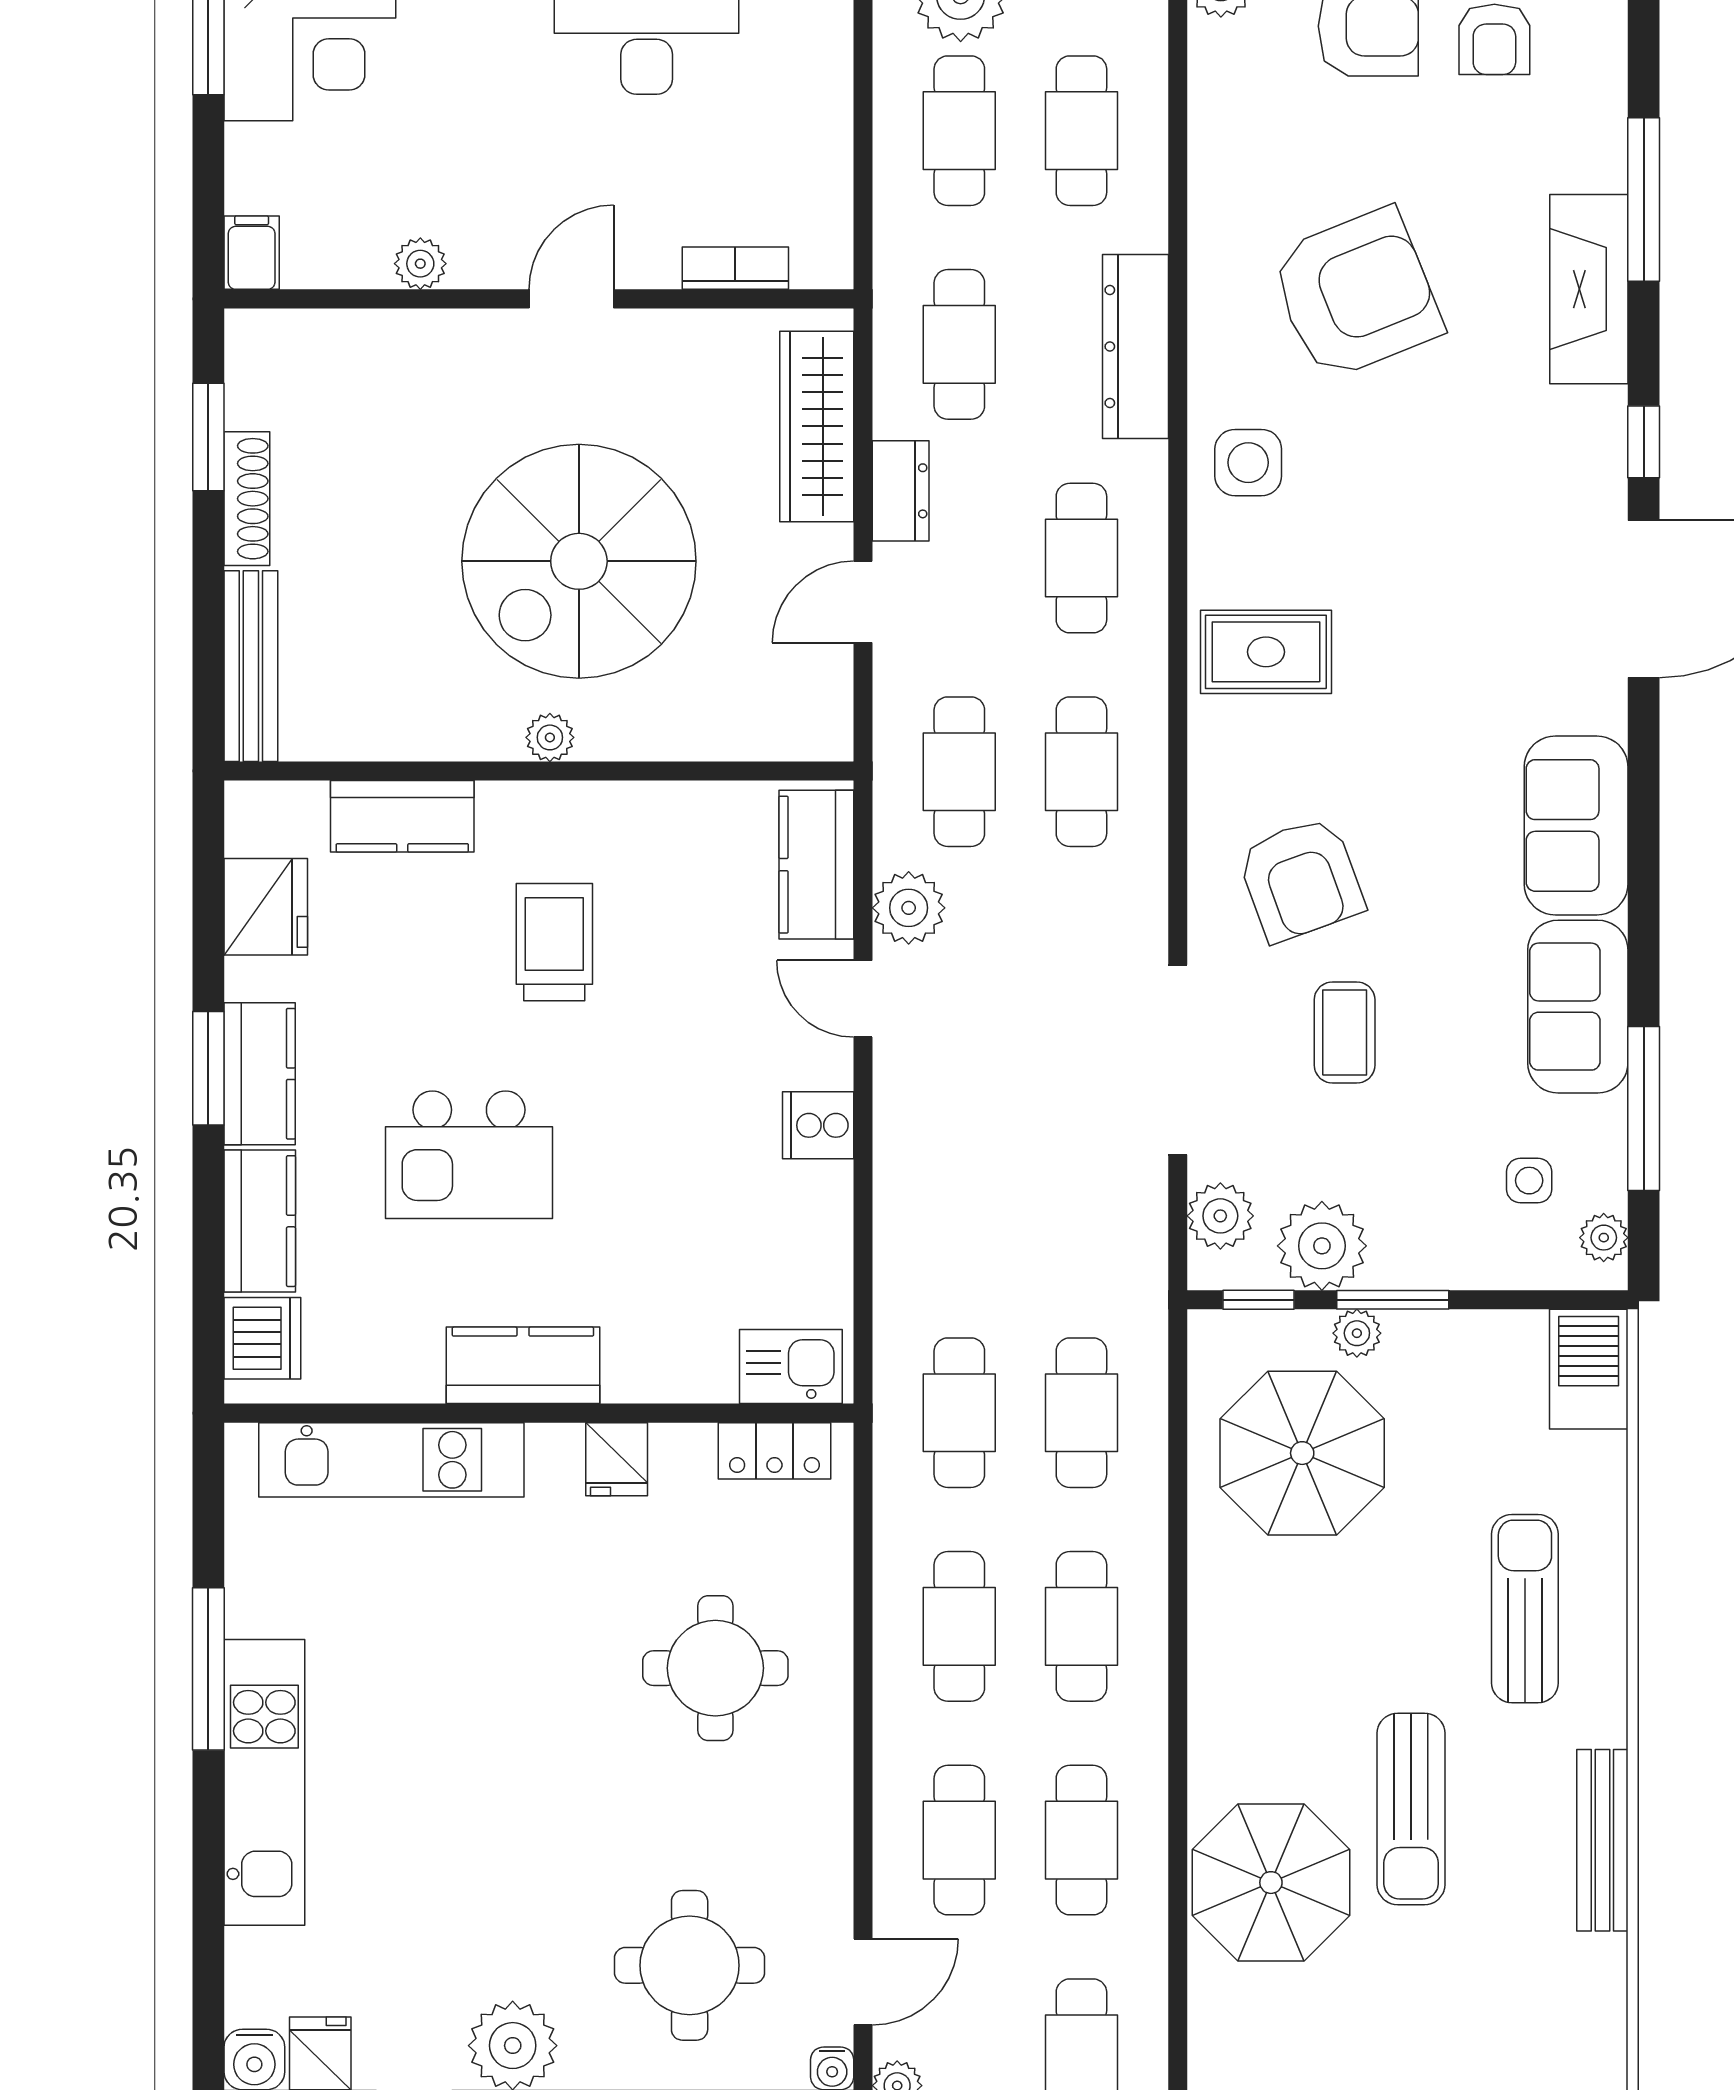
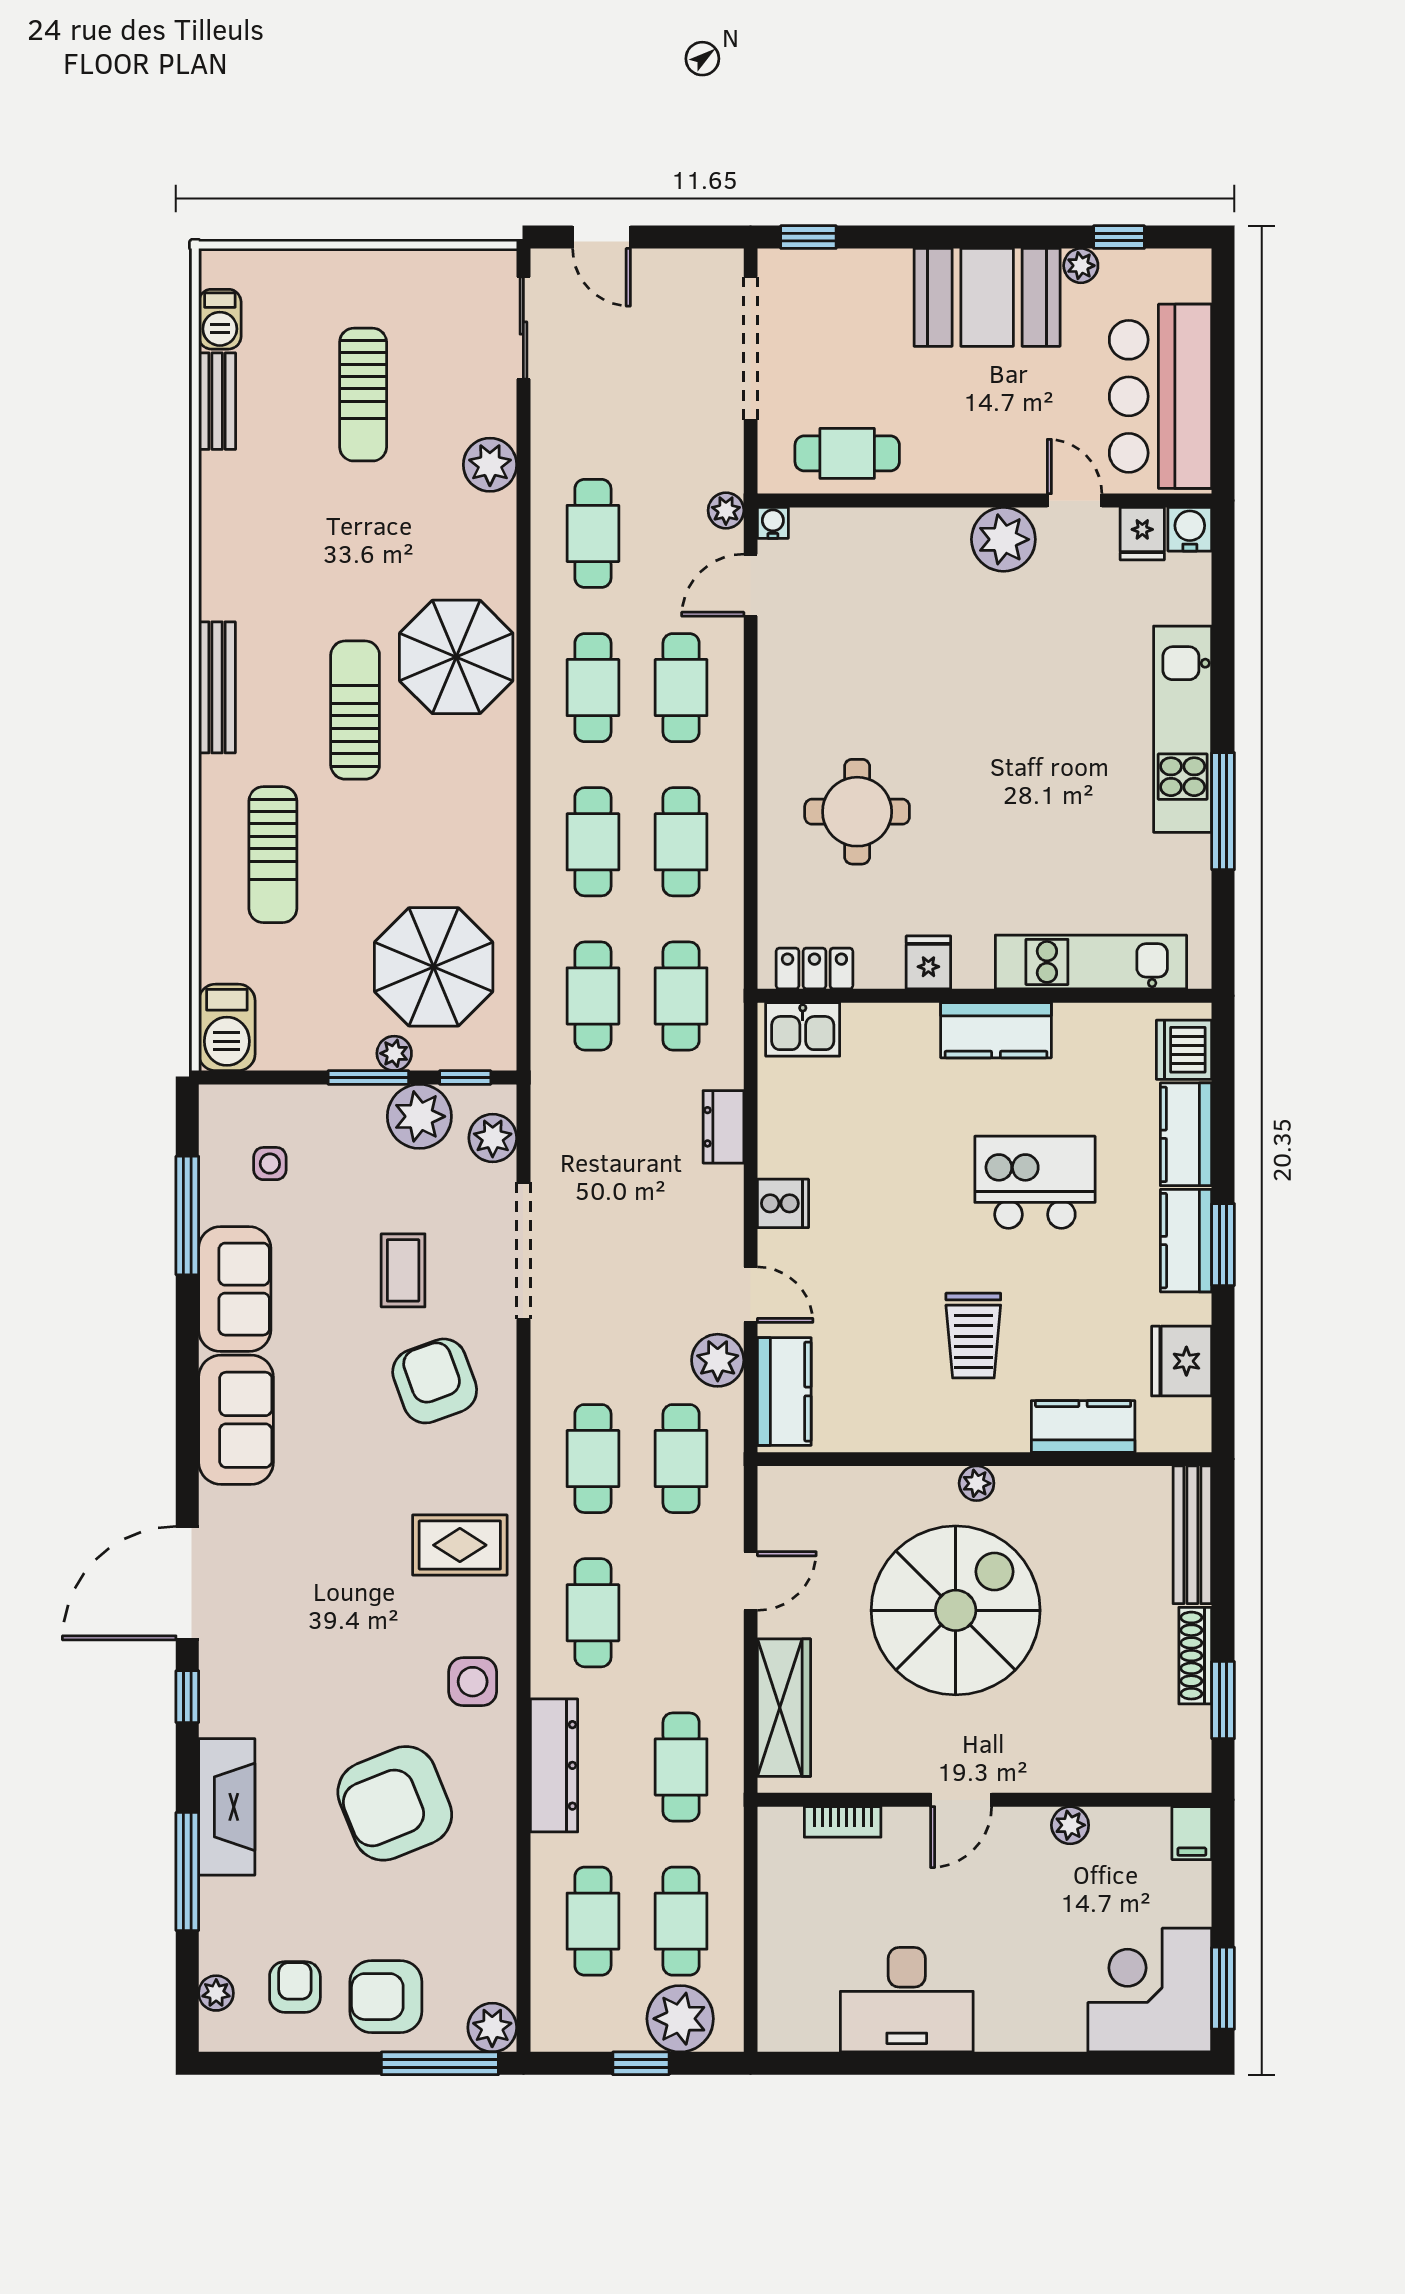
dresser: (901, 491) -> (723, 1127), moved
plant: (1604, 1238) -> (216, 1993), moved
round table: (690, 1965) -> (876, 597), removed

